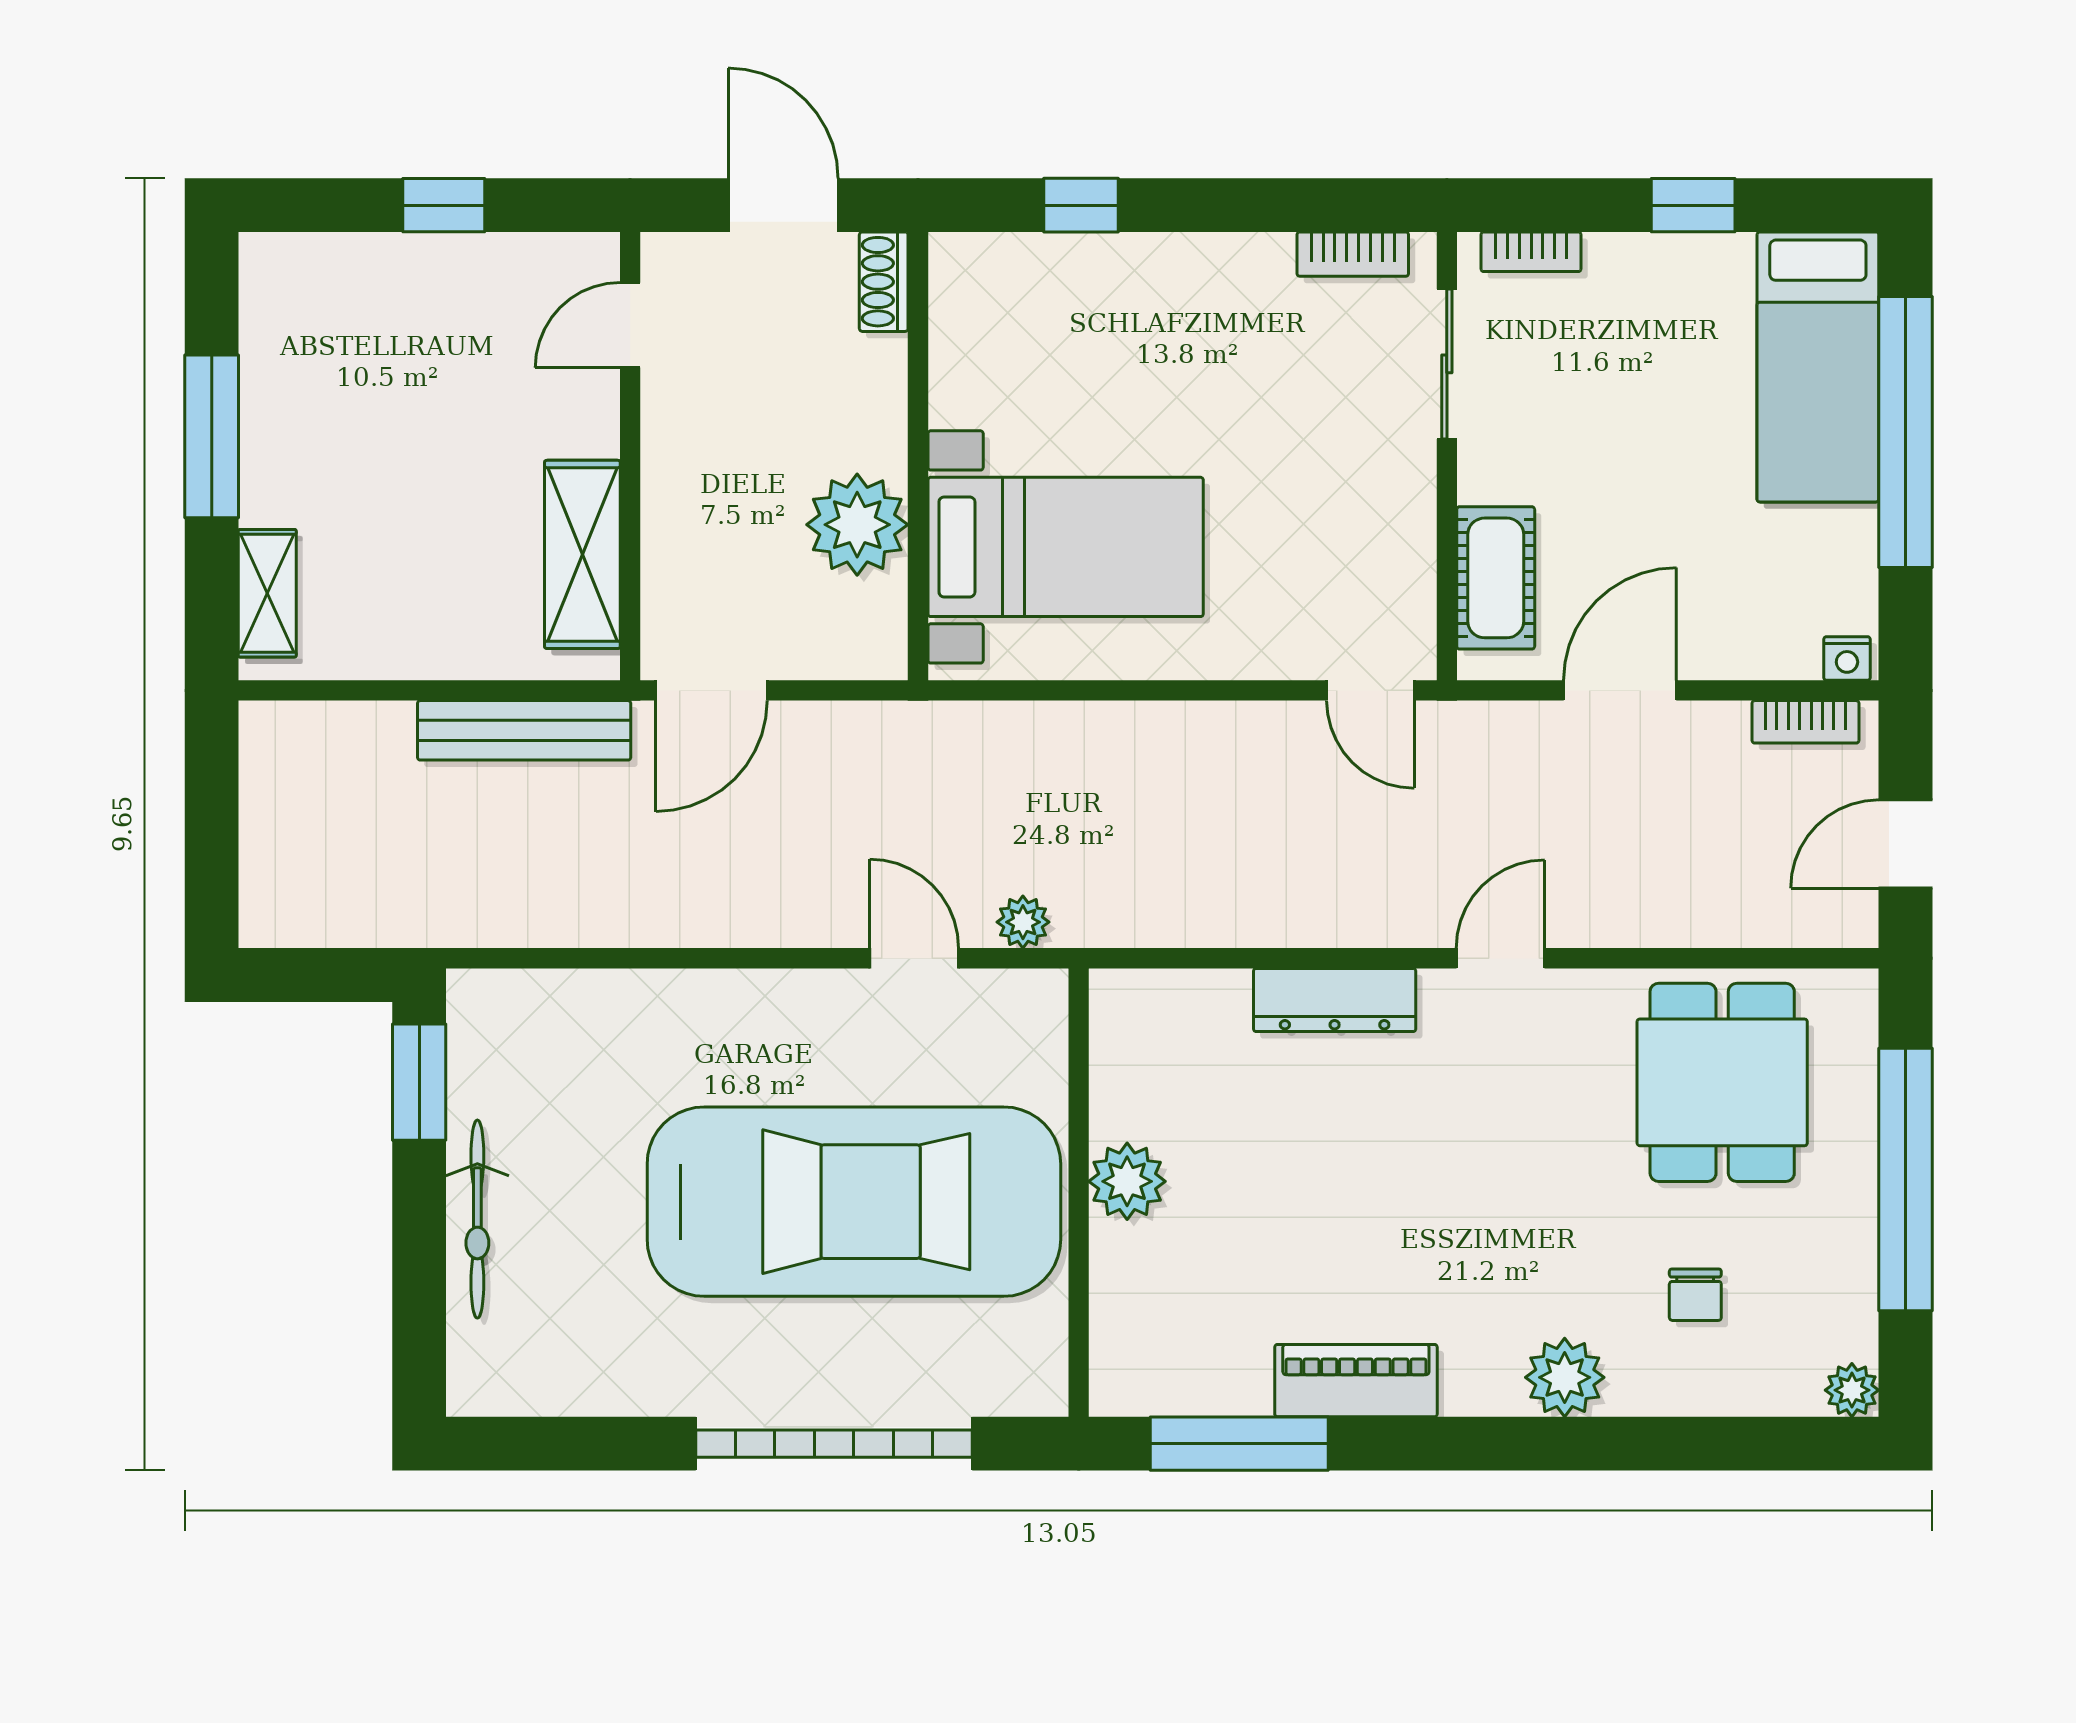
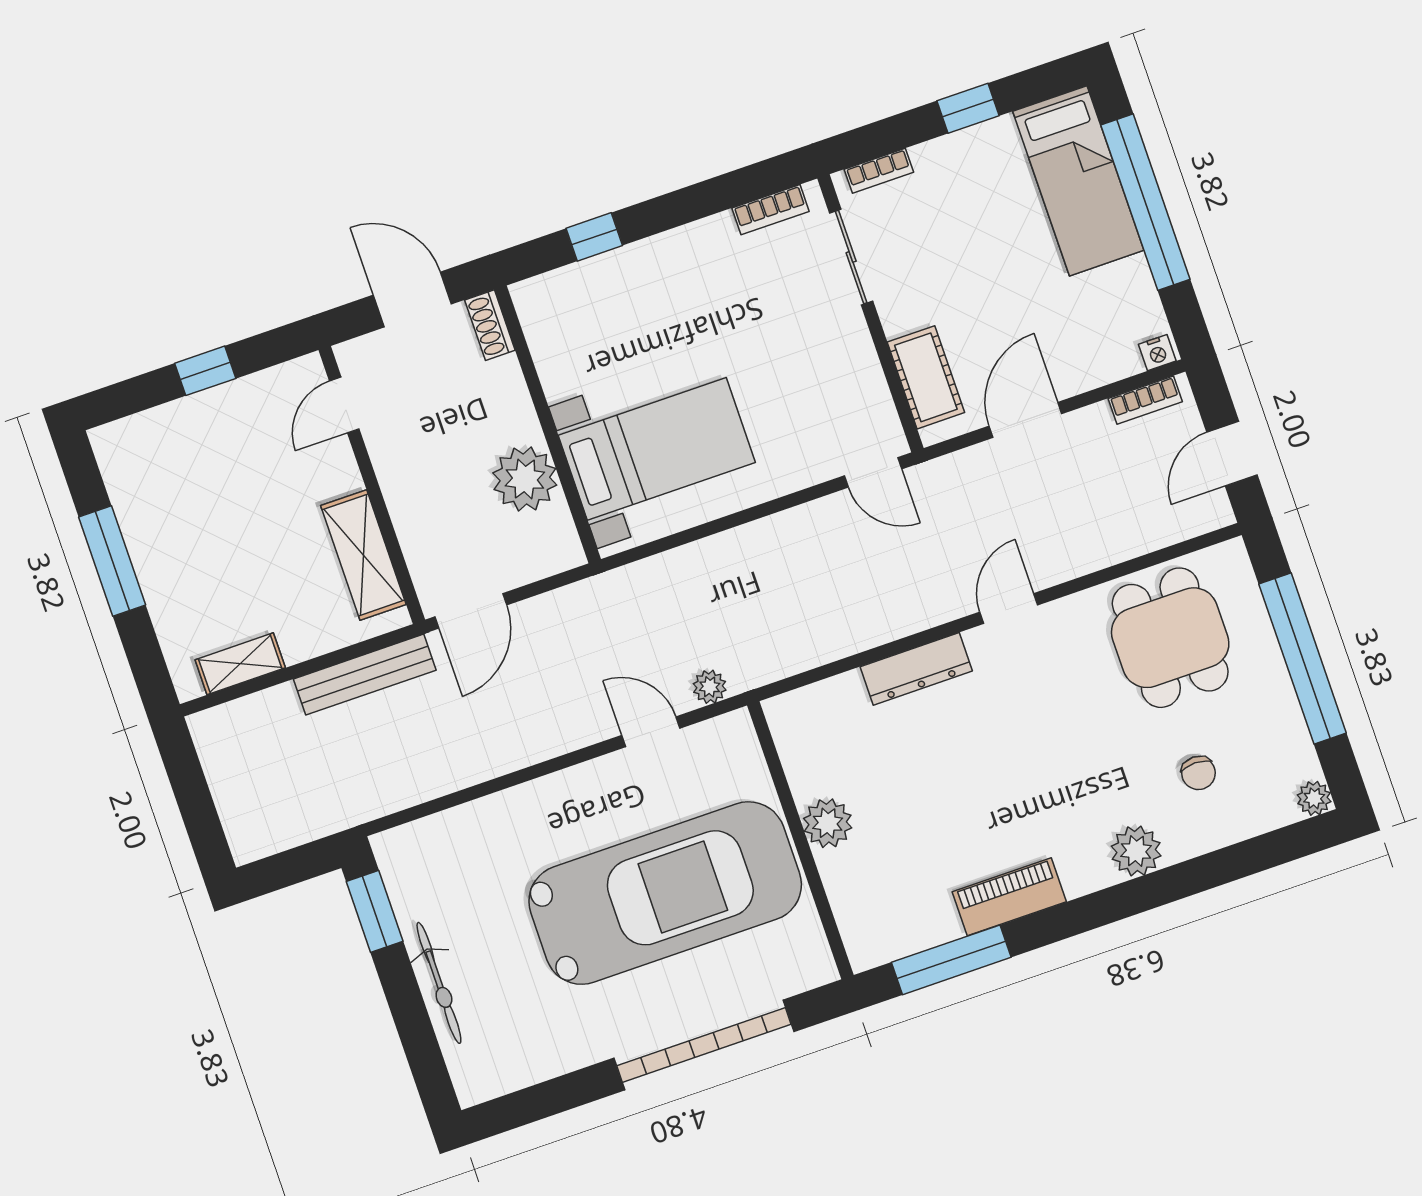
shelving: (267, 593) -> (240, 664), moved, turned 90

